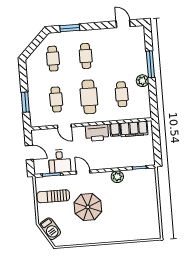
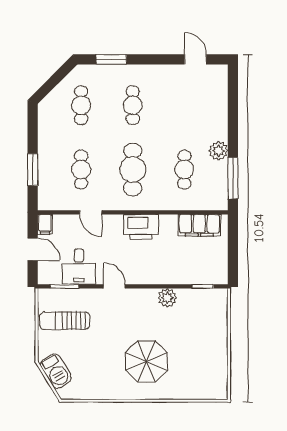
window: (150, 64) -> (233, 178), moved
filing cabinet: (115, 130) -> (45, 224), moved
parasol: (88, 207) -> (146, 361), moved

